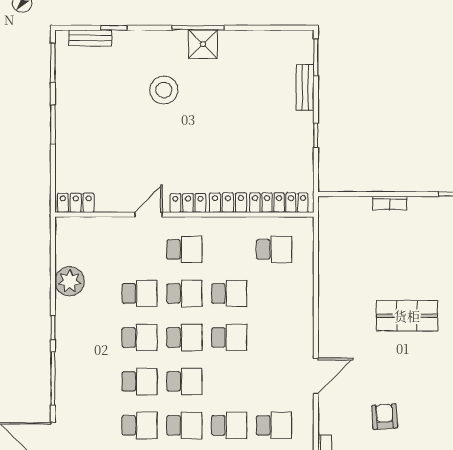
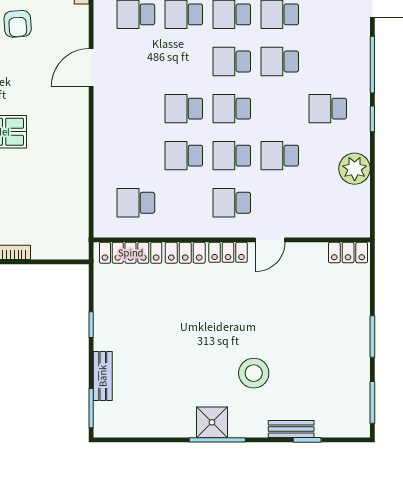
bench: (90, 38) -> (291, 429), moved
school desk: (140, 337) -> (328, 109), moved

